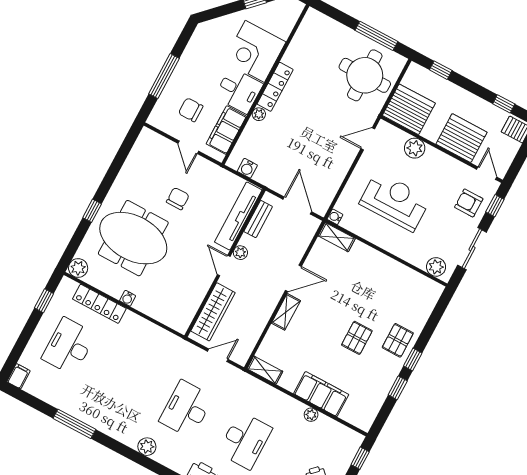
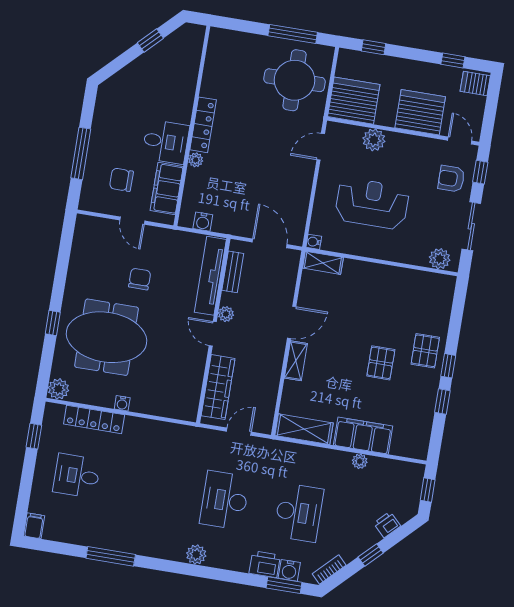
corner desk: (255, 51) -> (169, 94), removed
desk: (69, 346) -> (77, 476), width x0.73
shelving: (265, 370) -> (304, 429), width x1.50, depth x1.33

